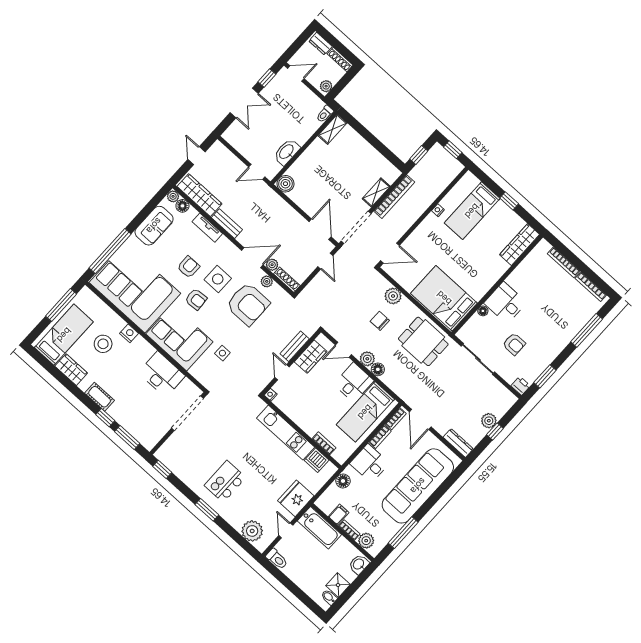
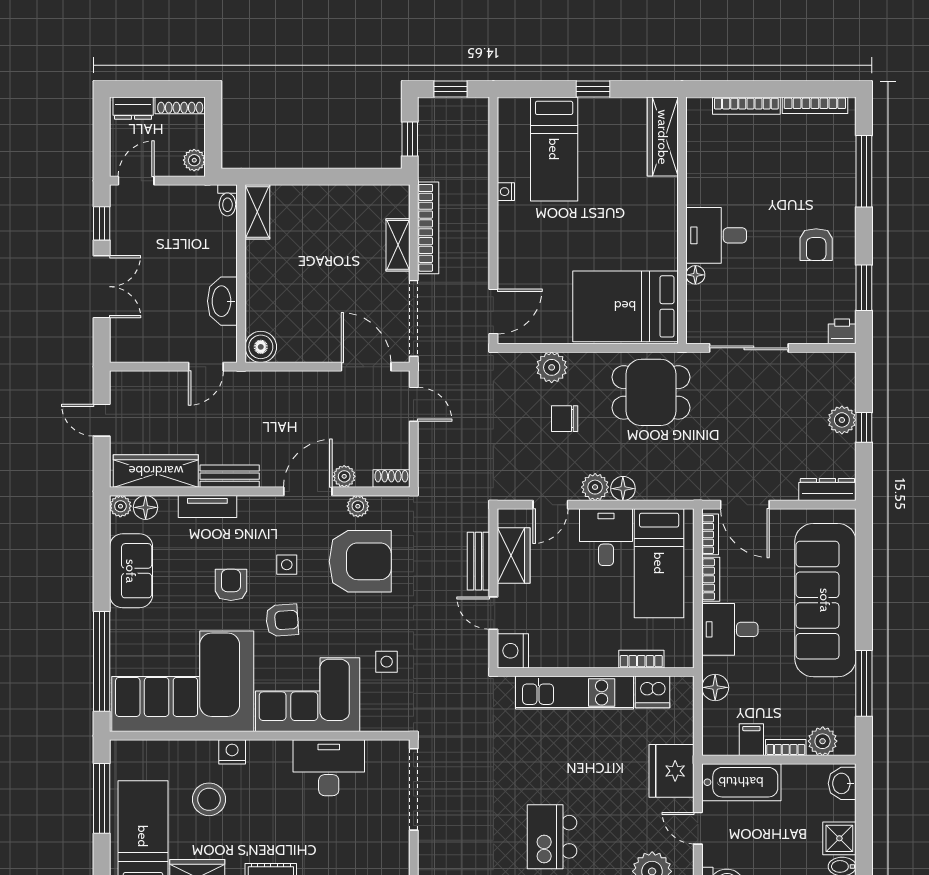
side table: (218, 279) -> (287, 565), width x0.54, depth x0.54
shoe rack: (287, 280) -> (391, 478), width x0.70
armchair: (514, 344) -> (816, 245), moved, turned 90
nightstand: (271, 395) -> (513, 651), width x1.89, depth x1.79

